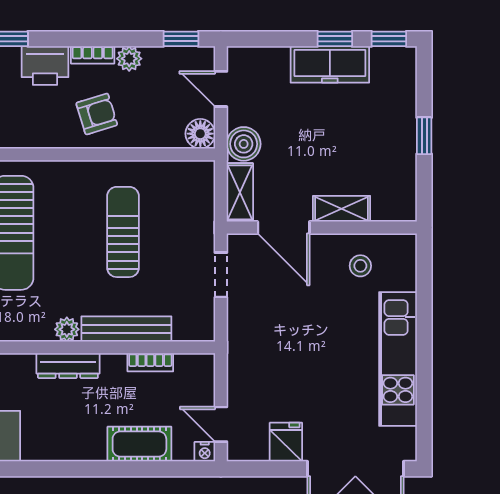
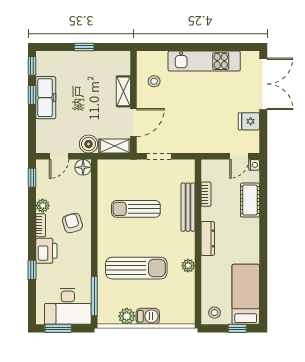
plant: (67, 329) -> (188, 266), moved

